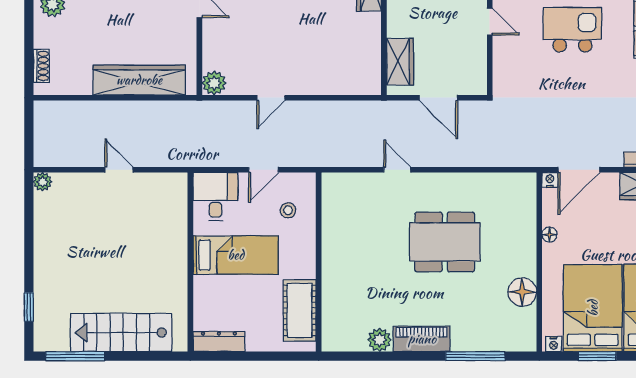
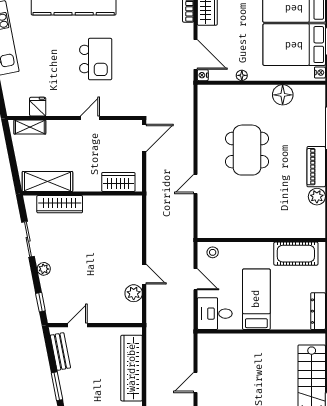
kitchen island: (572, 30) -> (96, 59), turned 180
plant: (214, 83) -> (134, 293), moved
door: (438, 98) -> (144, 138), moved
stool: (288, 210) -> (213, 252), moved

